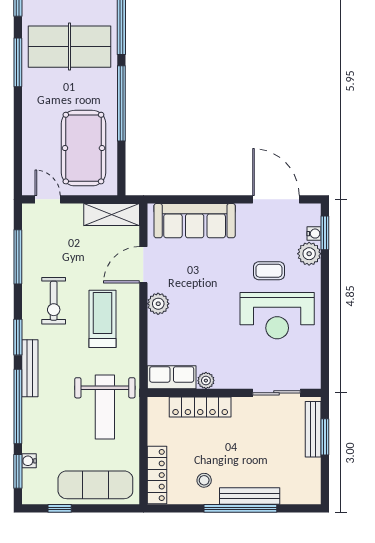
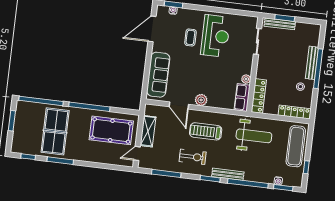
shelving: (112, 215) -> (148, 131), moved
plant: (309, 254) -> (184, 14), removed
locker: (200, 407) -> (259, 96), moved

